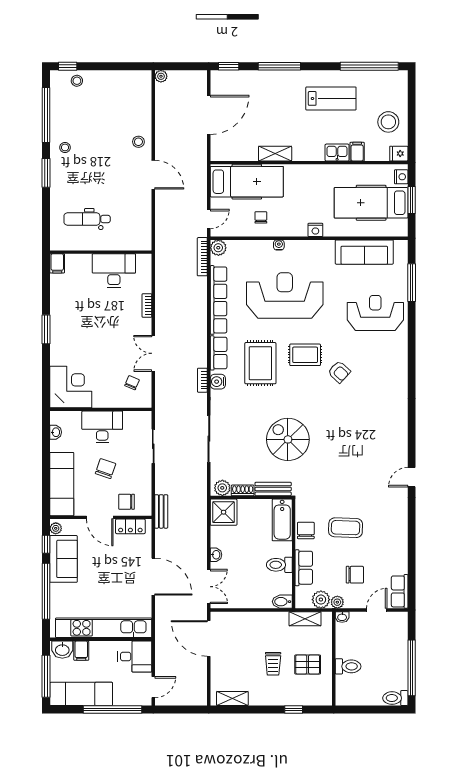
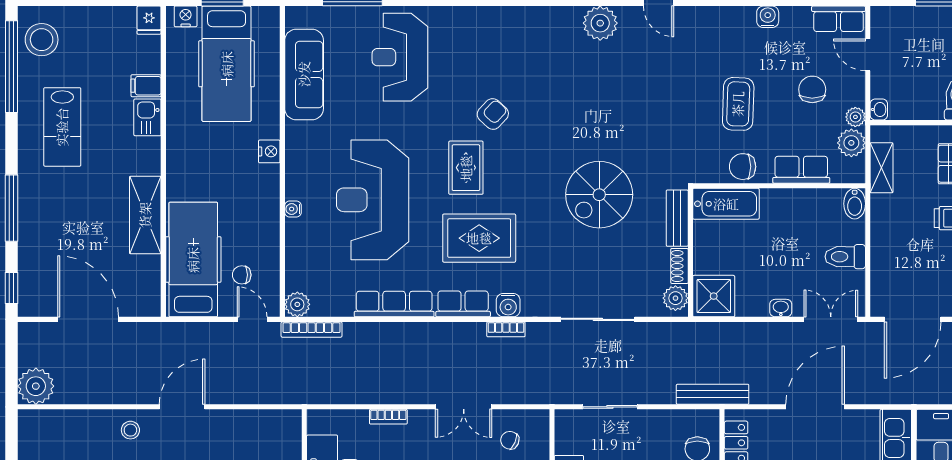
plant: (161, 76) -> (36, 386), width x1.88, depth x1.88
lab bench: (331, 98) -> (62, 127), turned 180
stool: (388, 122) -> (42, 40), moved
shelving: (275, 154) -> (145, 215), width x1.50, depth x1.33
chair: (261, 217) -> (242, 275), moved
row of seats: (218, 300) -> (394, 304), width x0.73
plant: (397, 440) -> (600, 23), added
bench: (161, 511) -> (713, 394), width x1.36
water cooler: (401, 546) -> (768, 17), added
toilet: (279, 565) -> (845, 257), moved, turned 90

